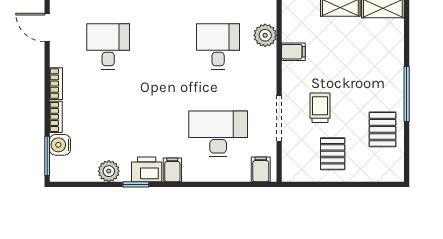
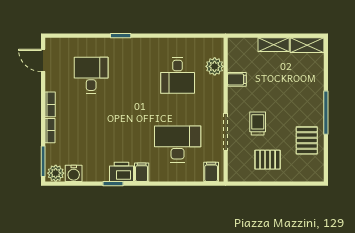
desk: (218, 47) -> (178, 75), turned 180
water cooler: (60, 145) -> (74, 173), moved, turned -90
pallet: (333, 154) -> (268, 160), turned 90
plant: (109, 171) -> (56, 173), moved

